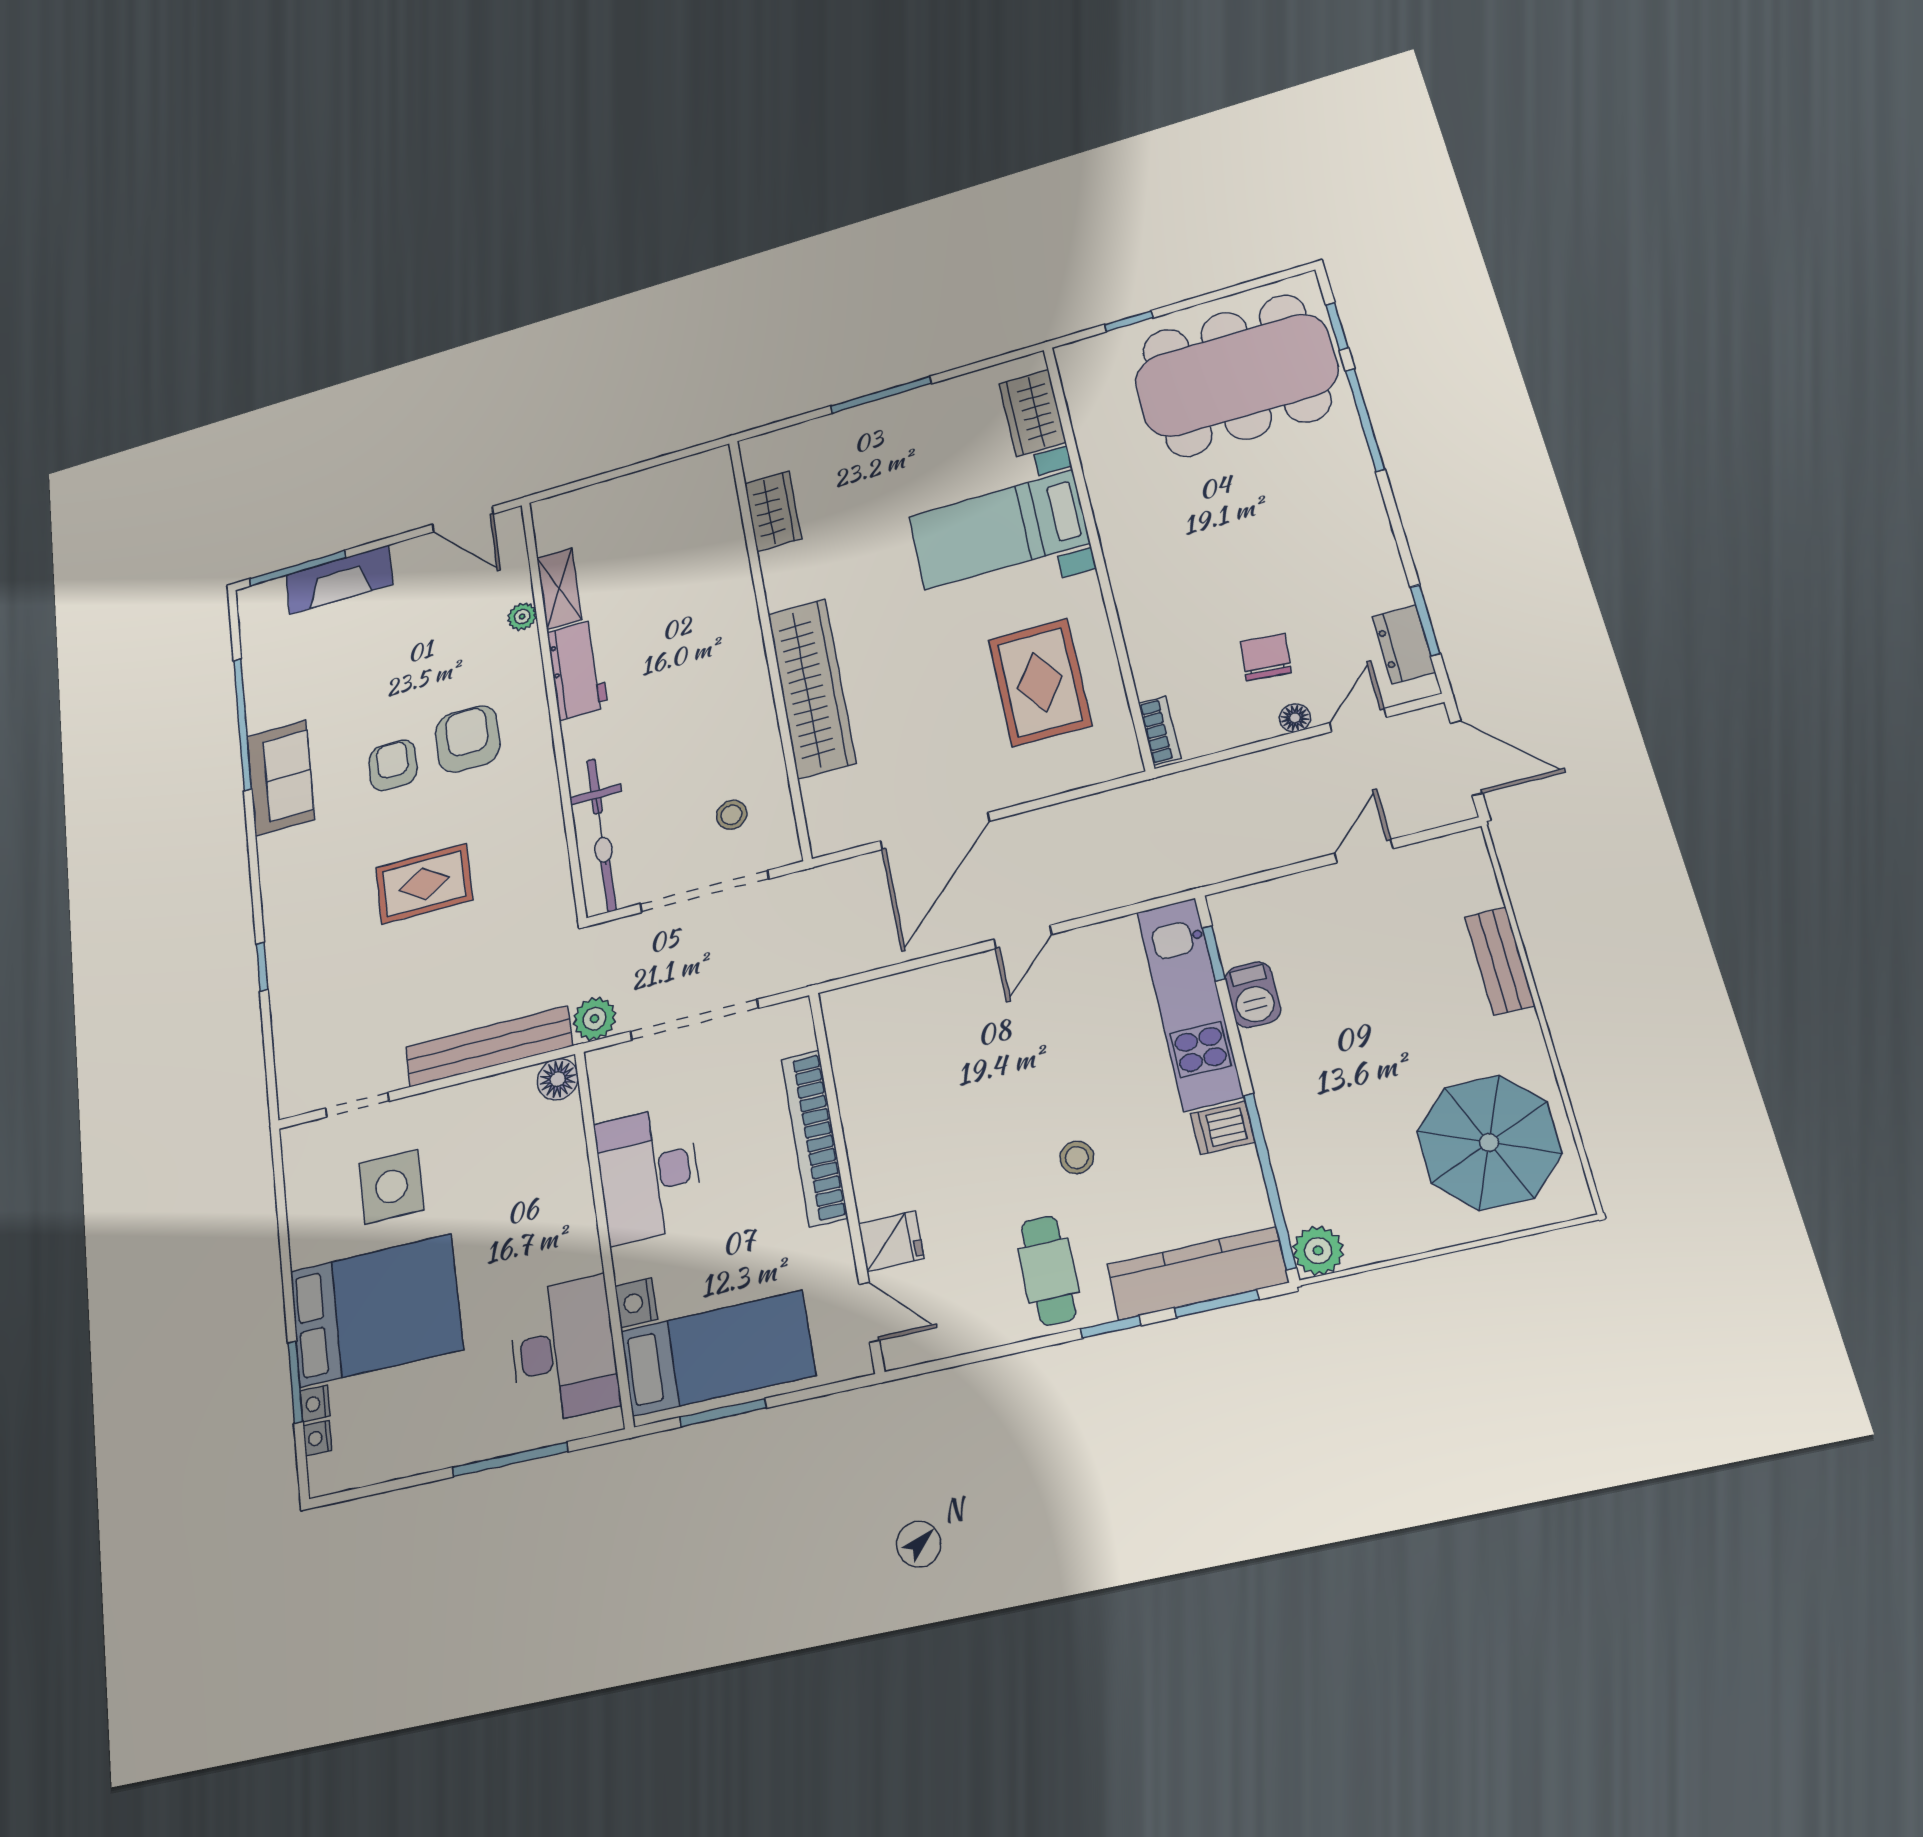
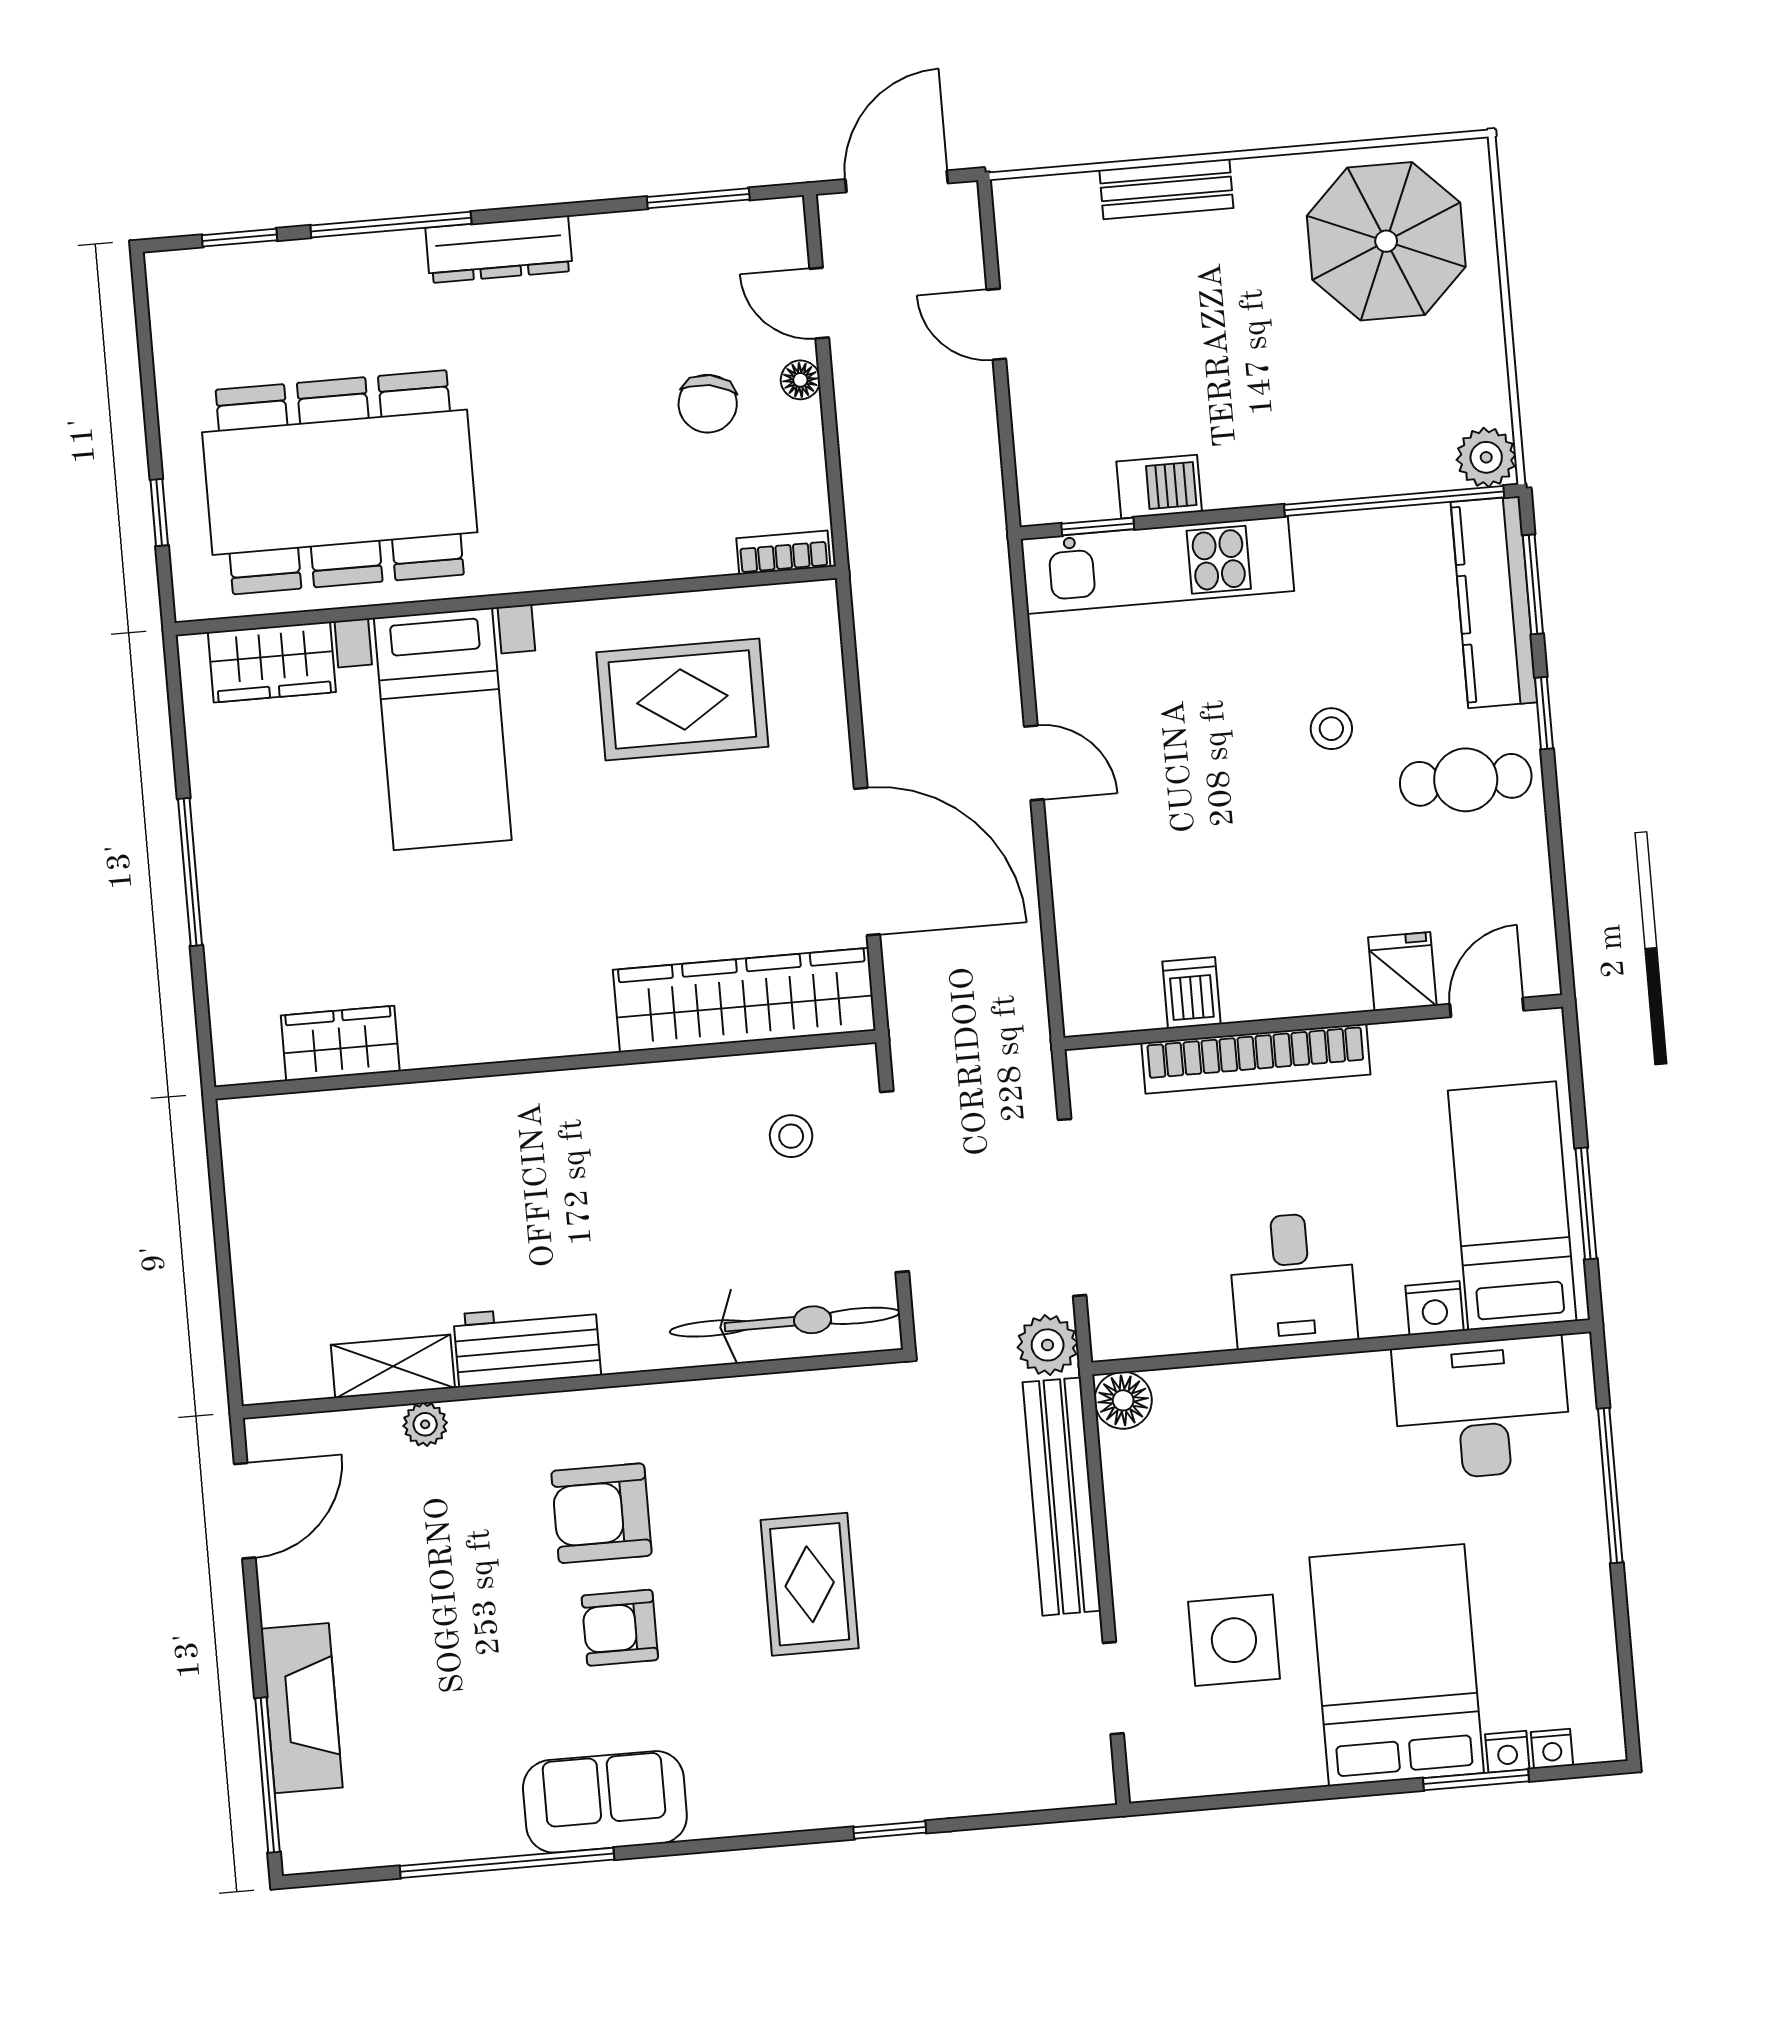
dining table: (1236, 375) -> (340, 482), moved, turned 90
dresser: (1404, 644) -> (499, 249), moved, width x1.44
chair: (1266, 657) -> (708, 404), turned -85
wardrobe: (811, 688) -> (744, 1000), moved
dishwasher: (1223, 1128) -> (1191, 993), moved, turned 180
desk: (649, 1174) -> (1292, 1280), width x0.73

